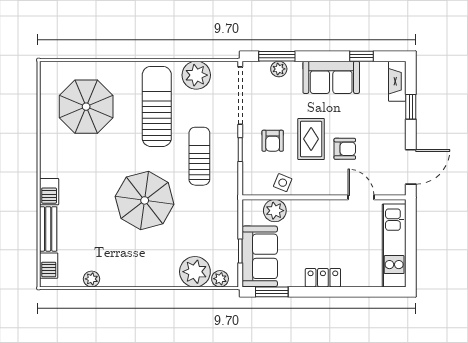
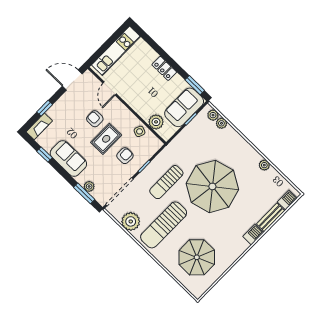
parasol: (145, 200) -> (212, 186), width x1.36, depth x1.36
plant: (195, 272) -> (221, 123), width x0.53, depth x0.53
plant: (92, 279) -> (264, 165), moved

